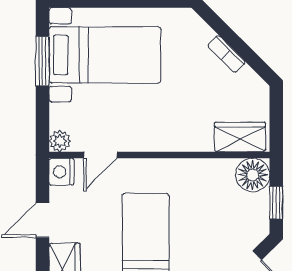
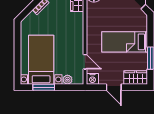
plant: (60, 141) -> (67, 80), moved

